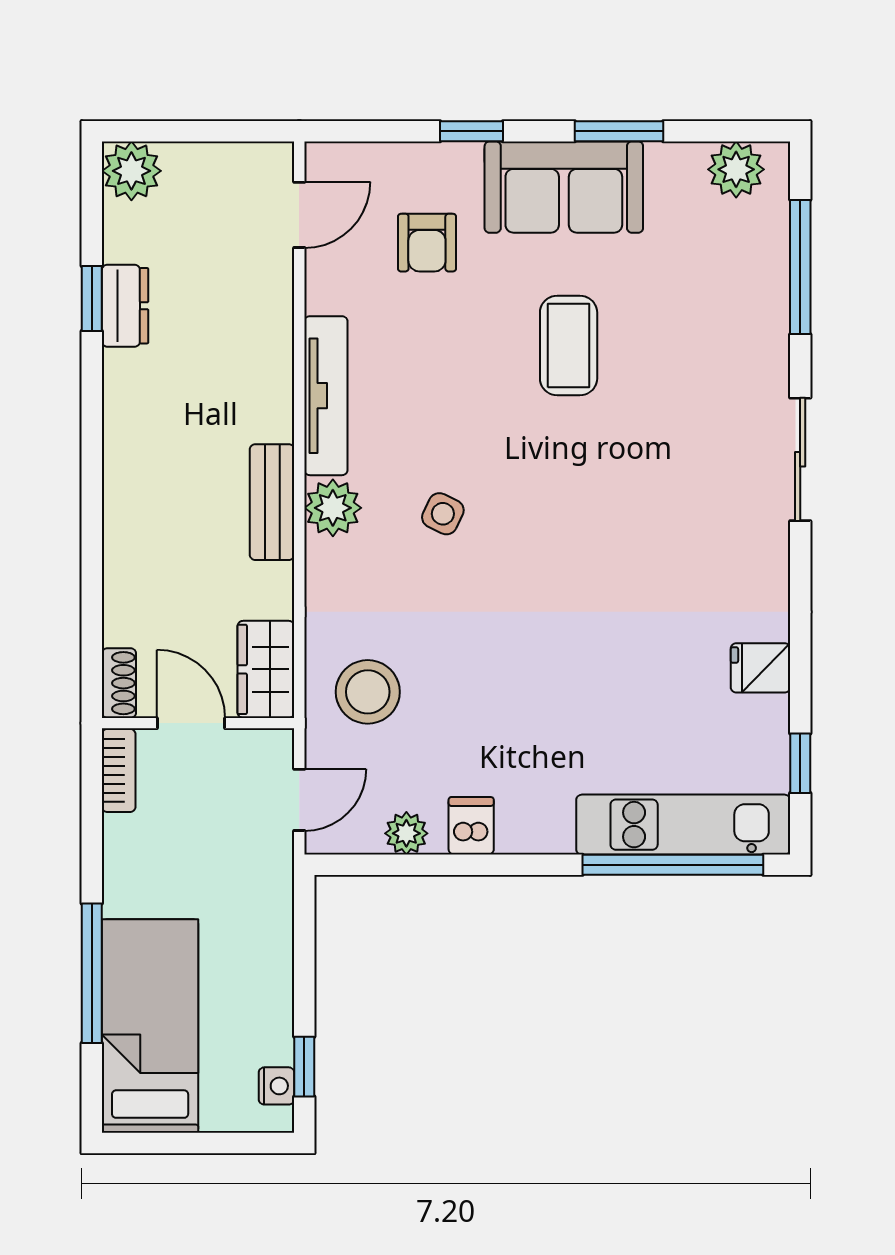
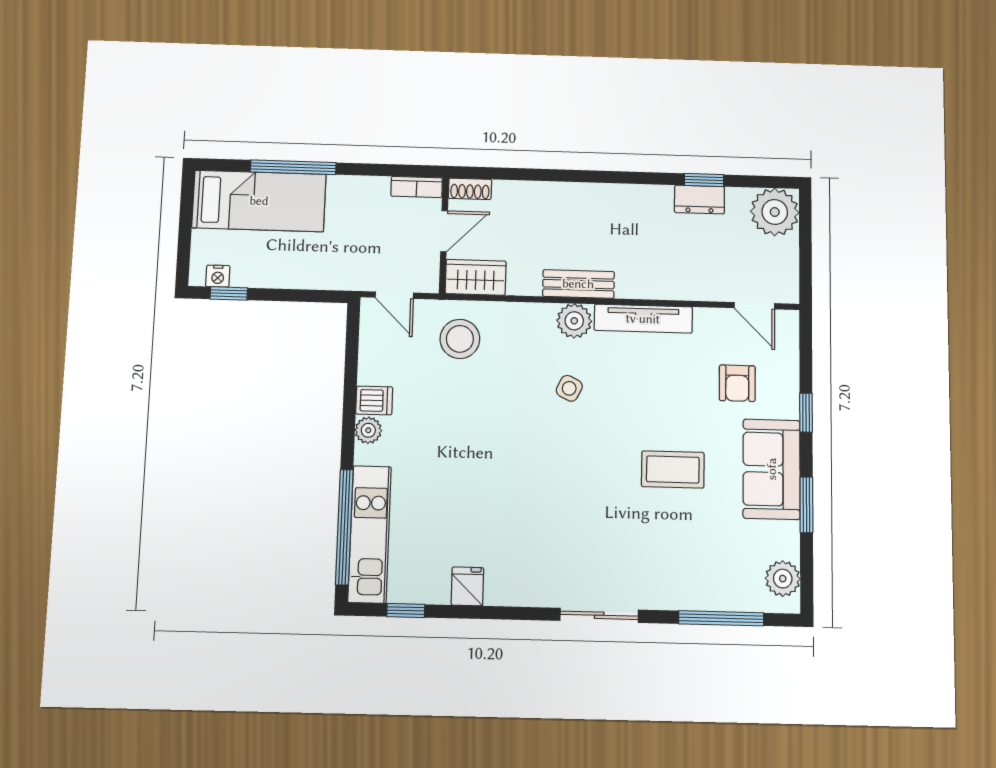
plant: (131, 171) -> (775, 212), width x1.36, depth x1.36
armchair: (427, 243) -> (737, 383), turned -90
plant: (406, 833) -> (368, 430), moved

